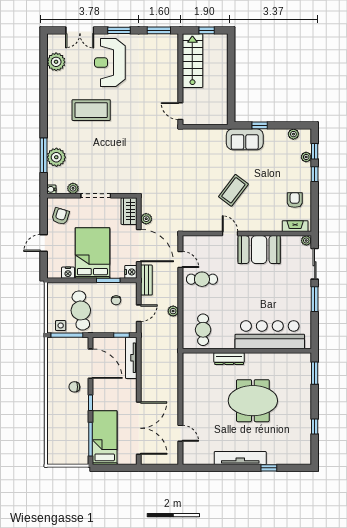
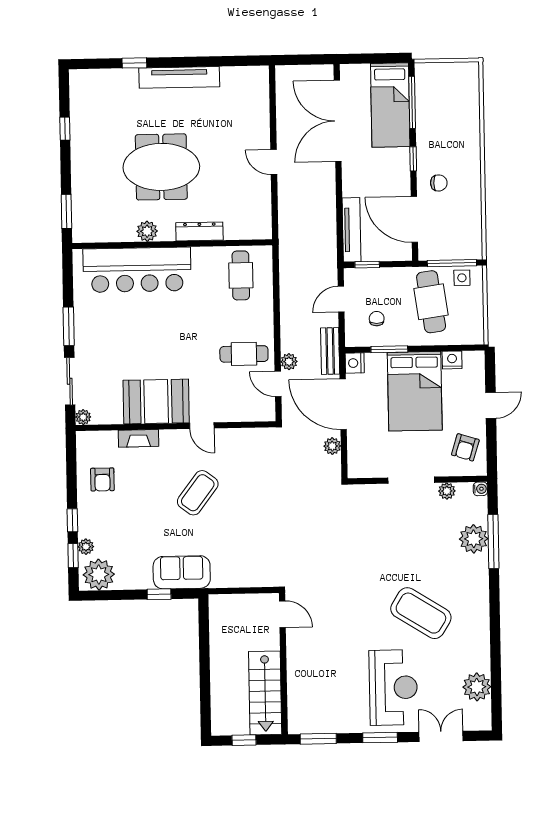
coffee table: (91, 110) -> (421, 613), turned 32
plant: (293, 134) -> (99, 575), width x1.88, depth x1.88
wardrobe: (129, 211) -> (359, 457), removed
fireplace: (295, 226) -> (139, 438), moved
plant: (173, 311) -> (289, 362), moved
plant: (263, 359) -> (147, 231), added
door: (180, 433) -> (274, 162), moved

